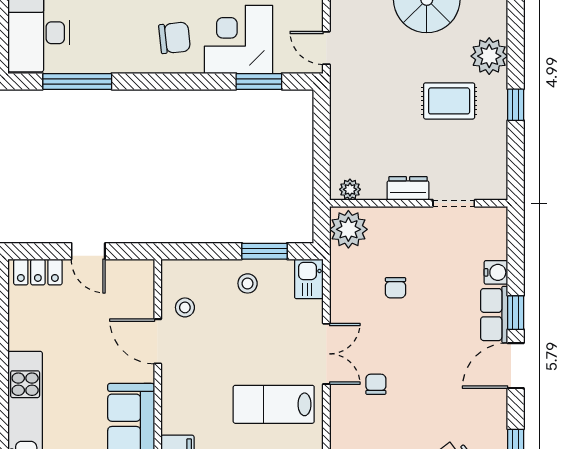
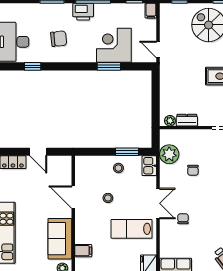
chair: (174, 38) -> (59, 39), moved
window: (77, 81) -> (33, 66), width x0.46
window: (259, 81) -> (109, 66), moved
dresser: (408, 188) -> (187, 120), moved
plant: (348, 229) -> (169, 154), moved
stool: (185, 307) -> (108, 198), moved

